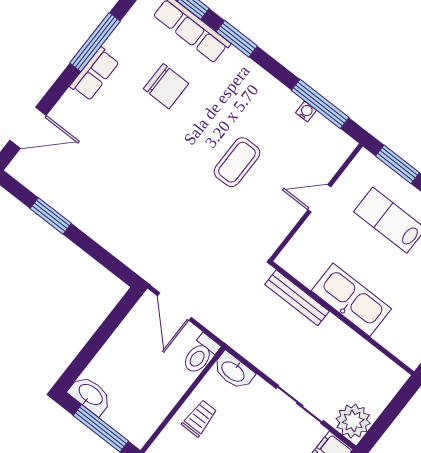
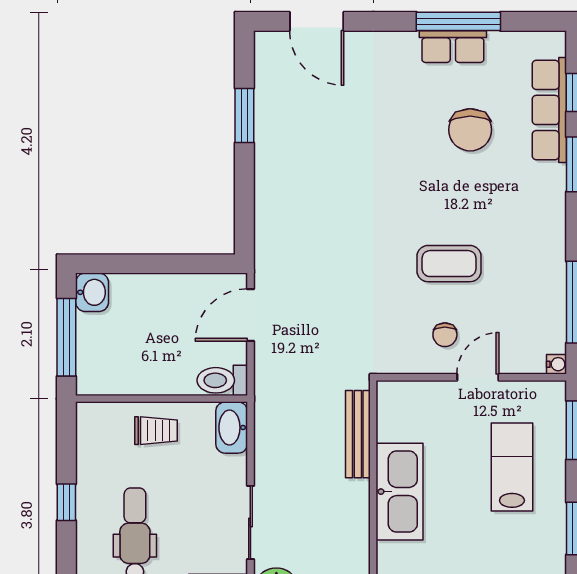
row of seats: (95, 74) -> (453, 47), moved
water cooler: (306, 111) -> (557, 364), moved
chair: (278, 198) -> (445, 335), added
door: (319, 198) -> (478, 377), hinge flipped
washbasin: (90, 395) -> (92, 292), width x0.72

